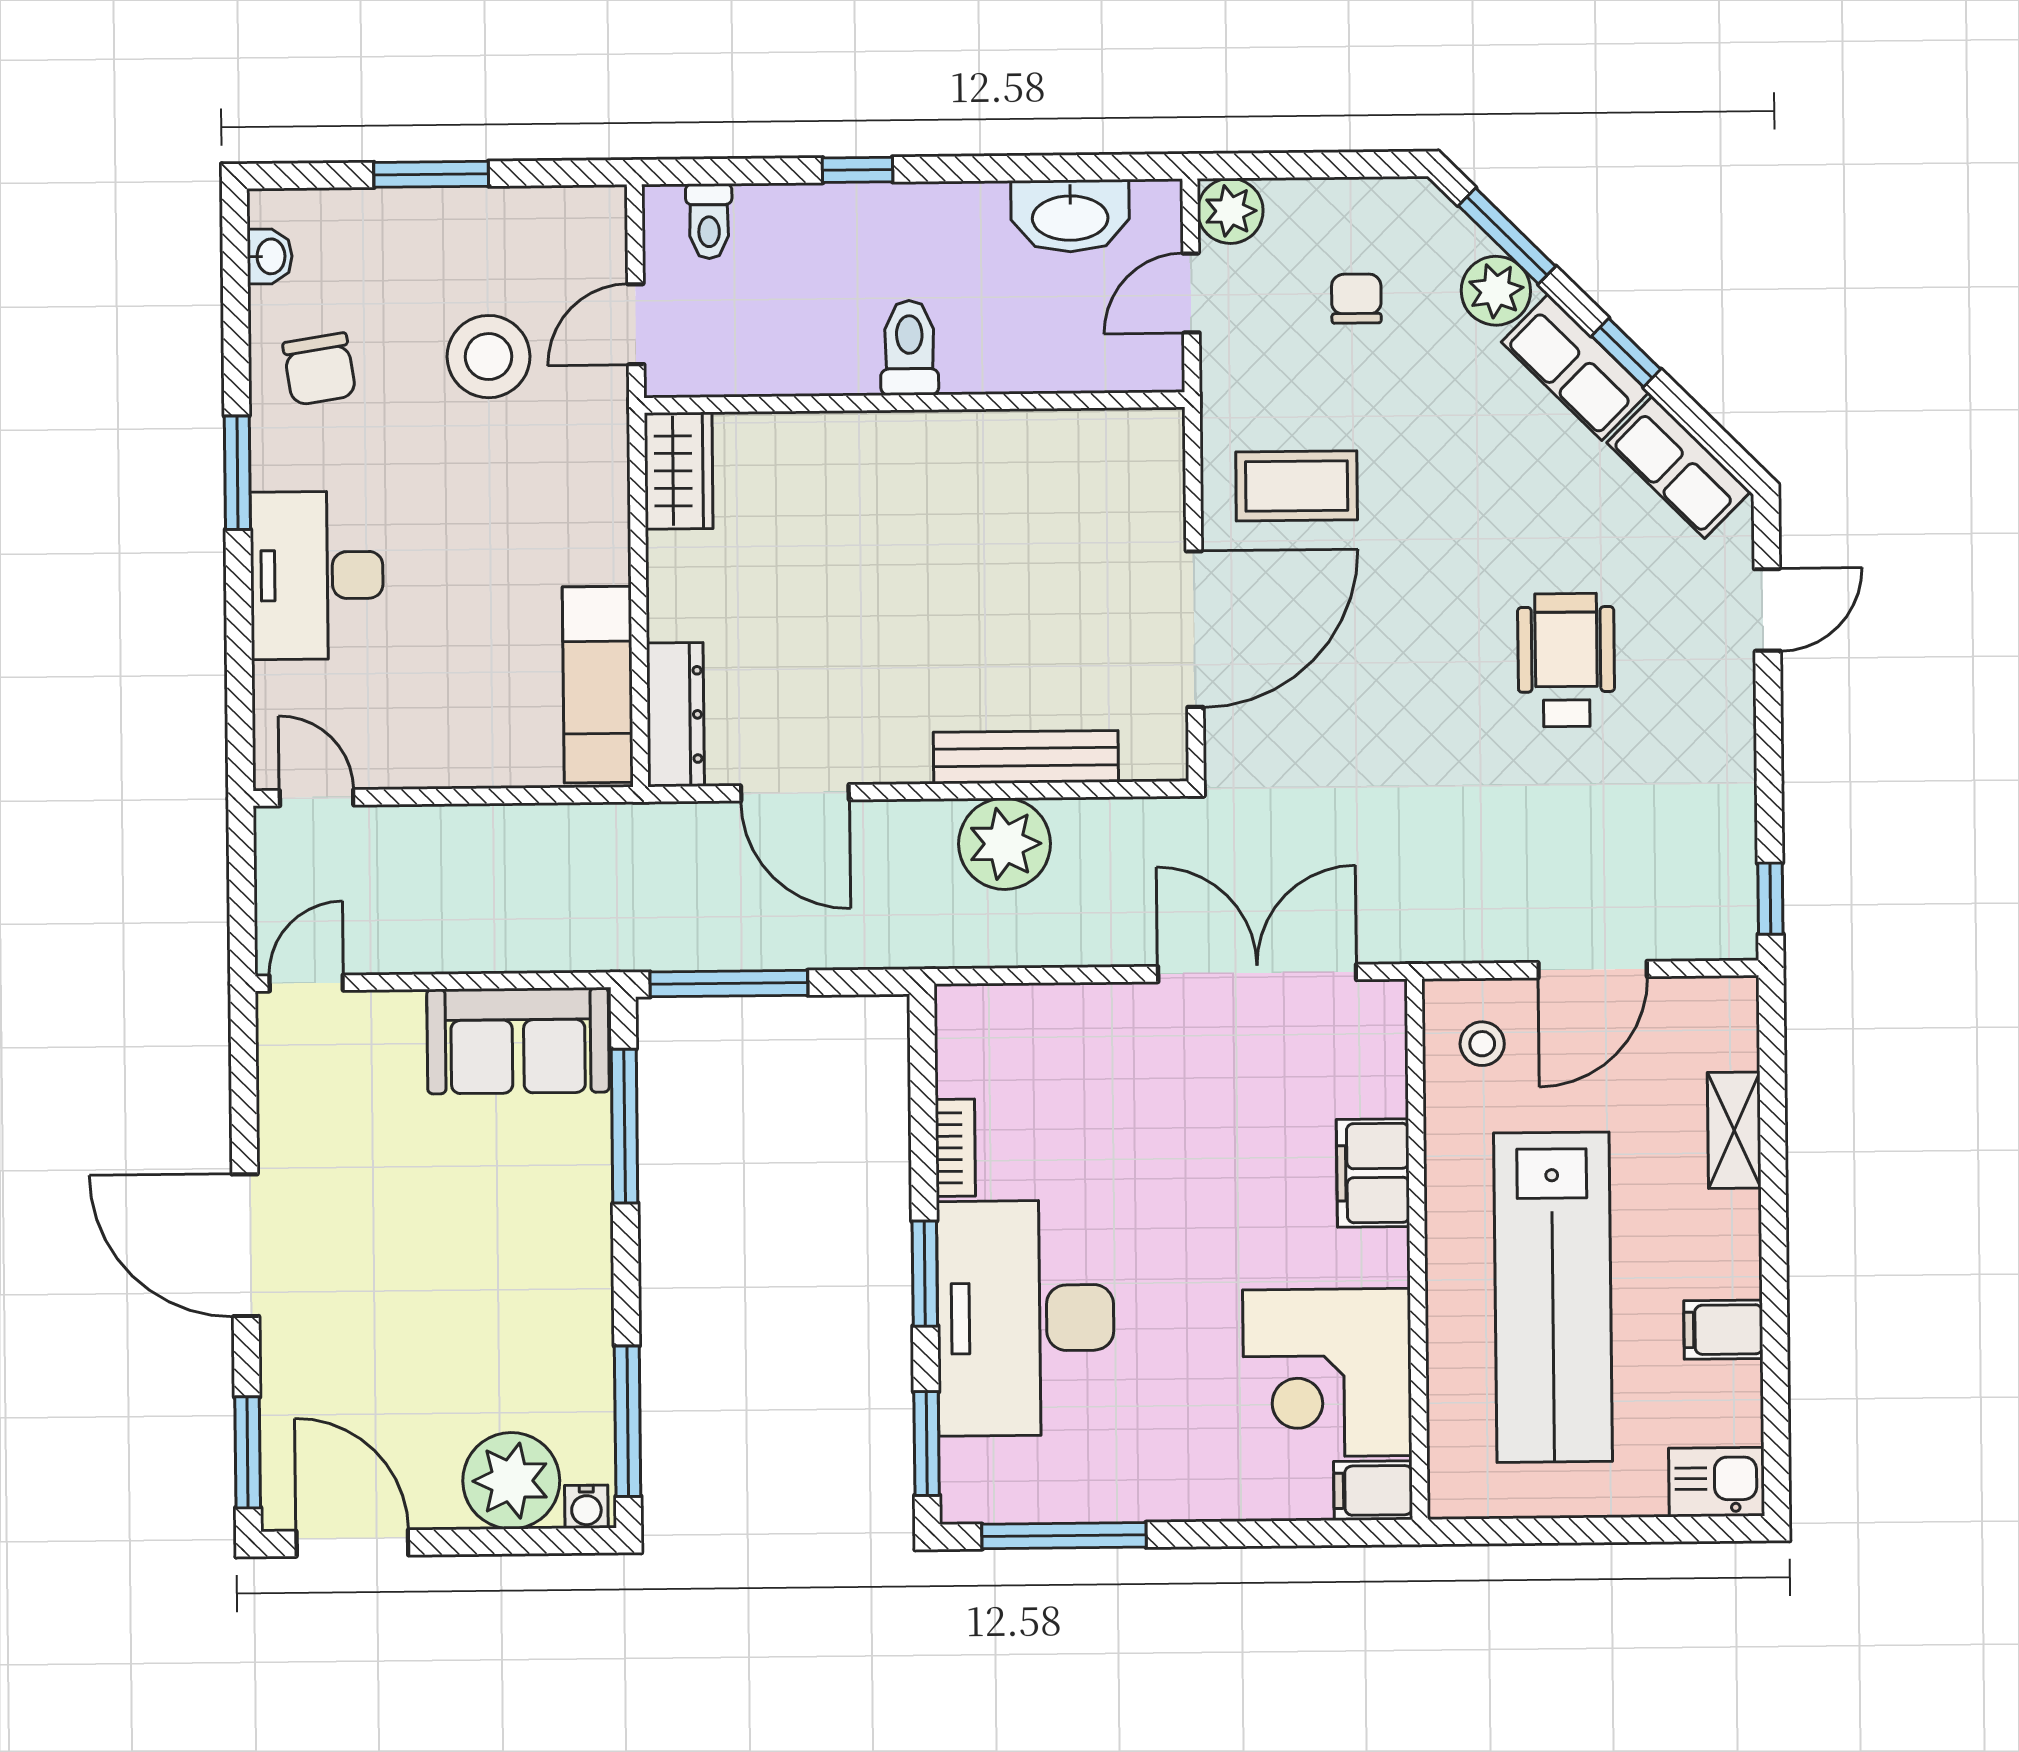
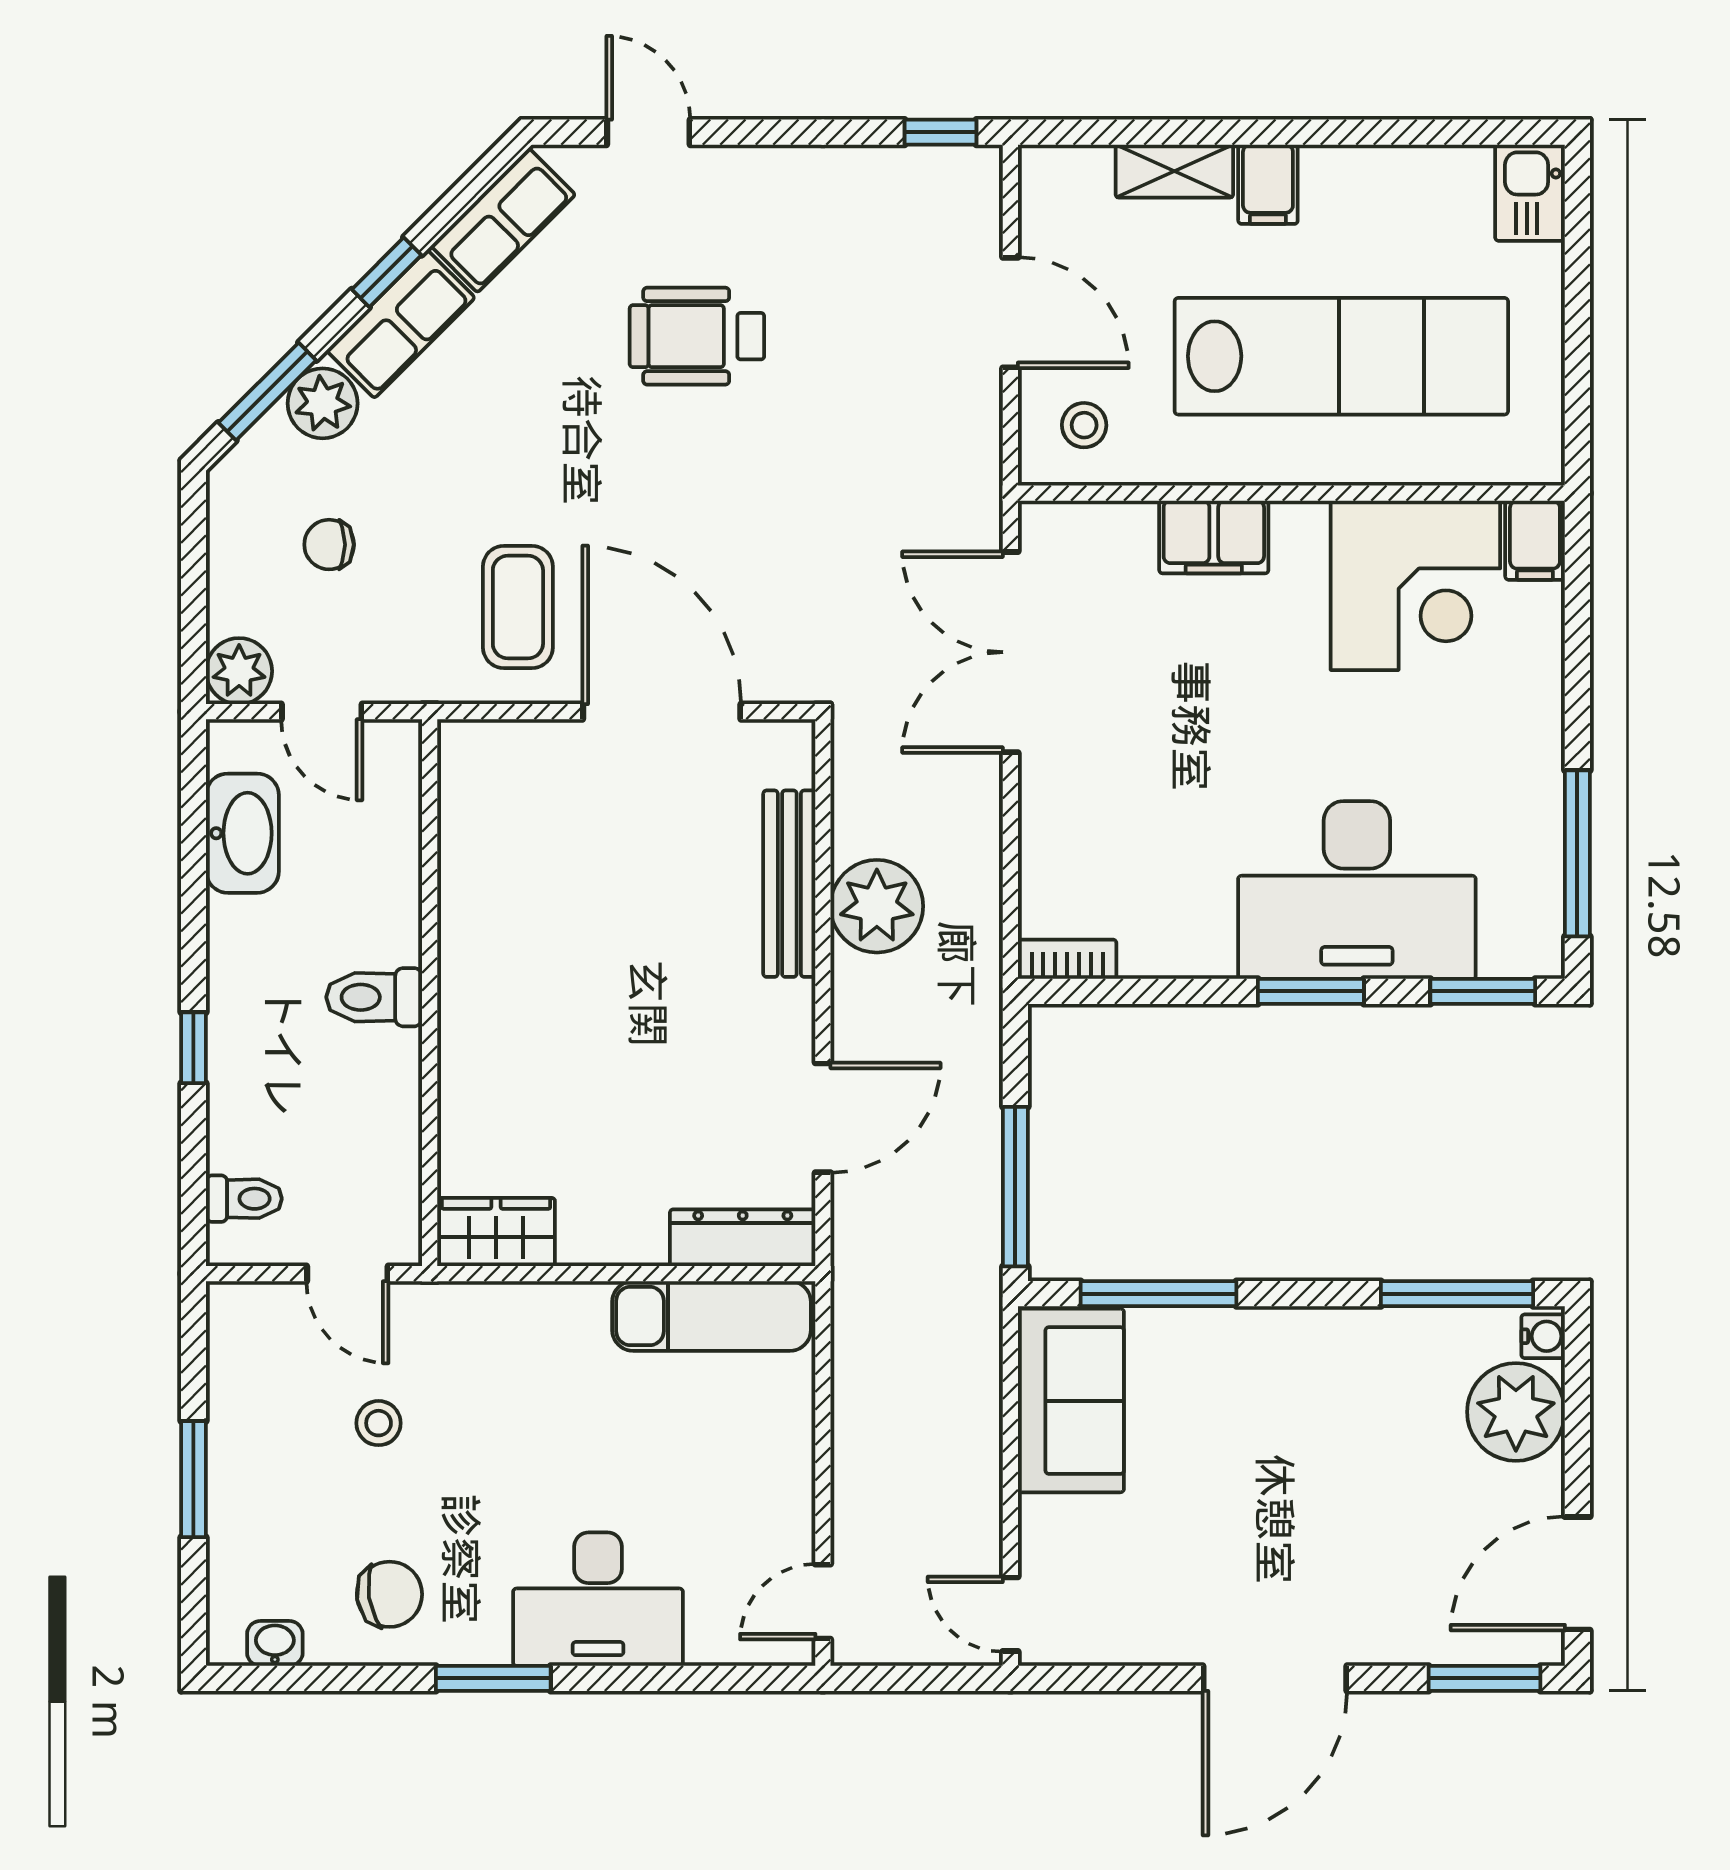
stool: (489, 357) -> (379, 1423), width x0.53, depth x0.53
bookcase: (955, 1148) -> (1067, 959), moved
filing cabinet: (1723, 1330) -> (1268, 184), moved

